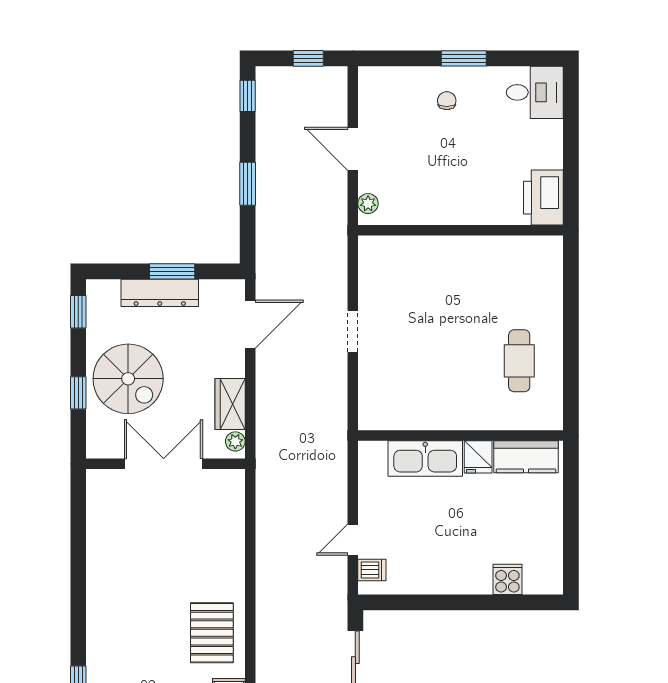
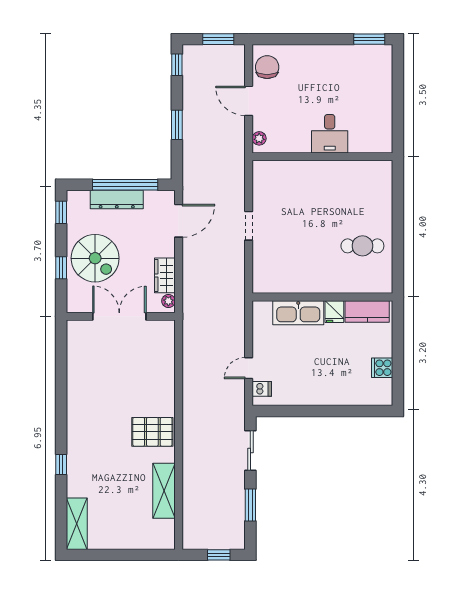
window: (308, 58) -> (218, 39), width x1.50
window: (464, 58) -> (369, 39), moved
desk: (535, 92) -> (330, 134), moved, turned 90
chair: (447, 101) -> (267, 67), moved, width x1.87, depth x1.87
printer: (543, 198) -> (379, 134), removed
window: (172, 271) -> (125, 185), width x2.11
cafe table: (519, 361) -> (362, 246), turned 90
cooker: (507, 579) -> (382, 368), moved, turned -90
pallet: (212, 633) -> (152, 432), turned 90

